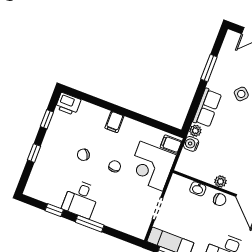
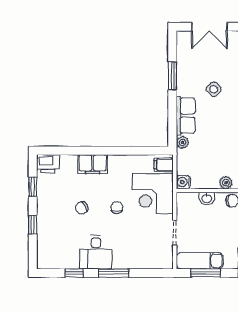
filing cabinet: (114, 122) -> (93, 164), width x2.00
water cooler: (191, 144) -> (183, 182), moved

